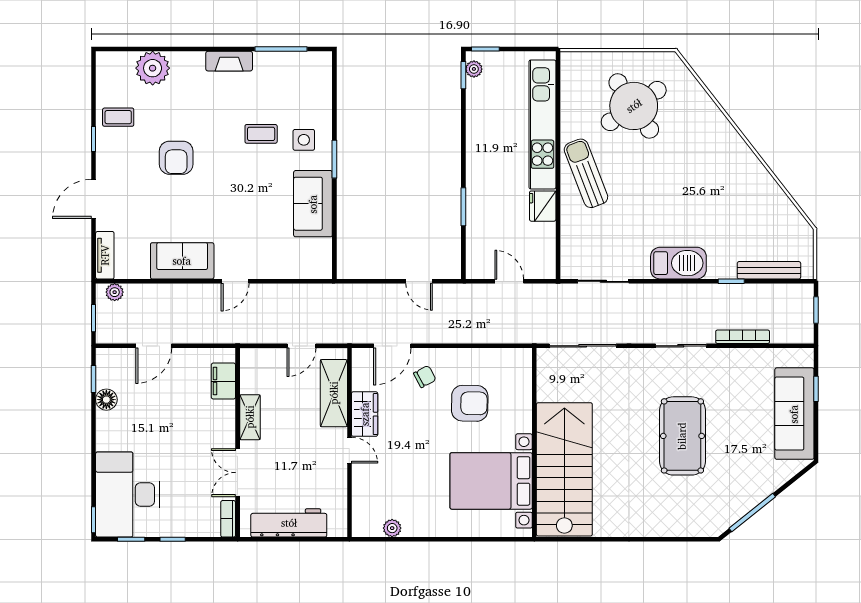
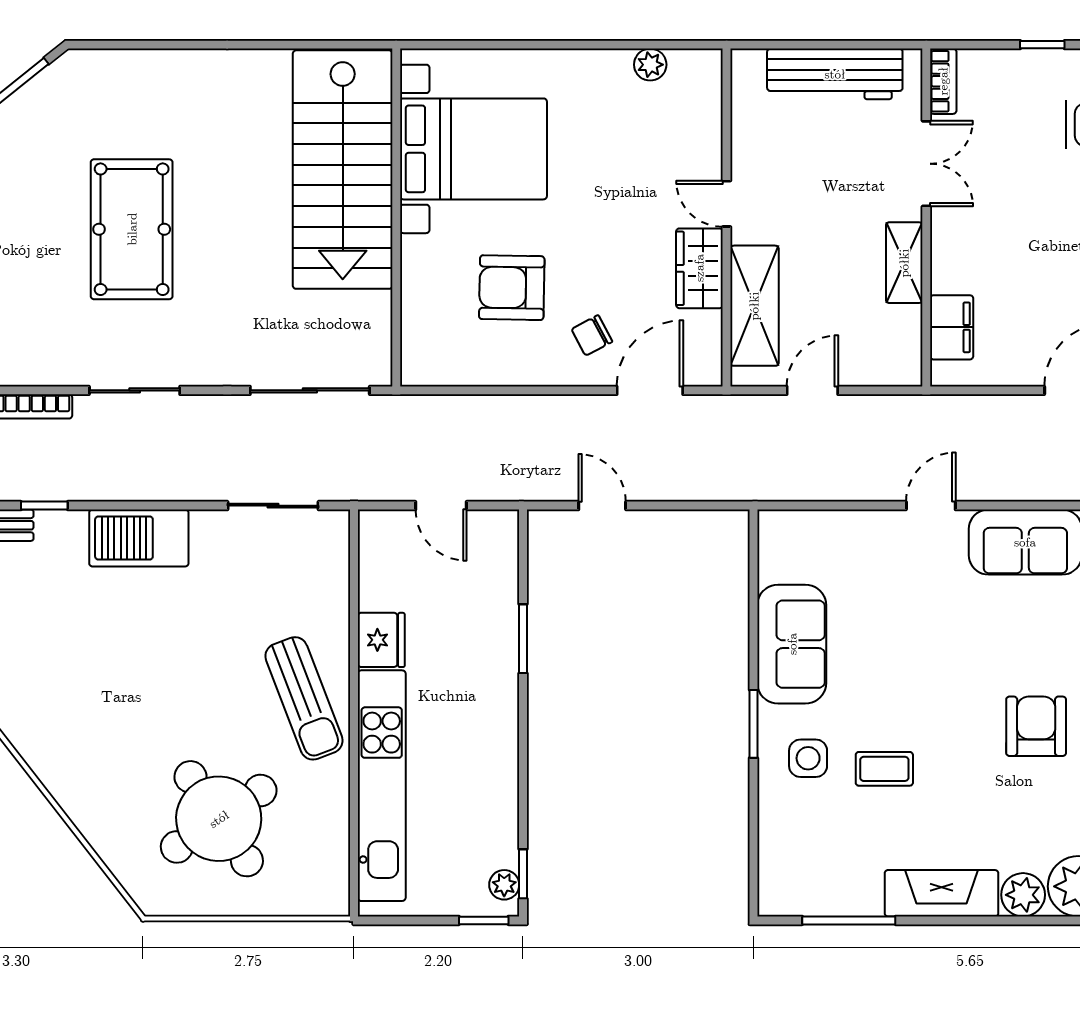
fireplace: (229, 61) -> (941, 893), width x1.37, depth x1.32
plant: (183, 63) -> (1023, 895), added

